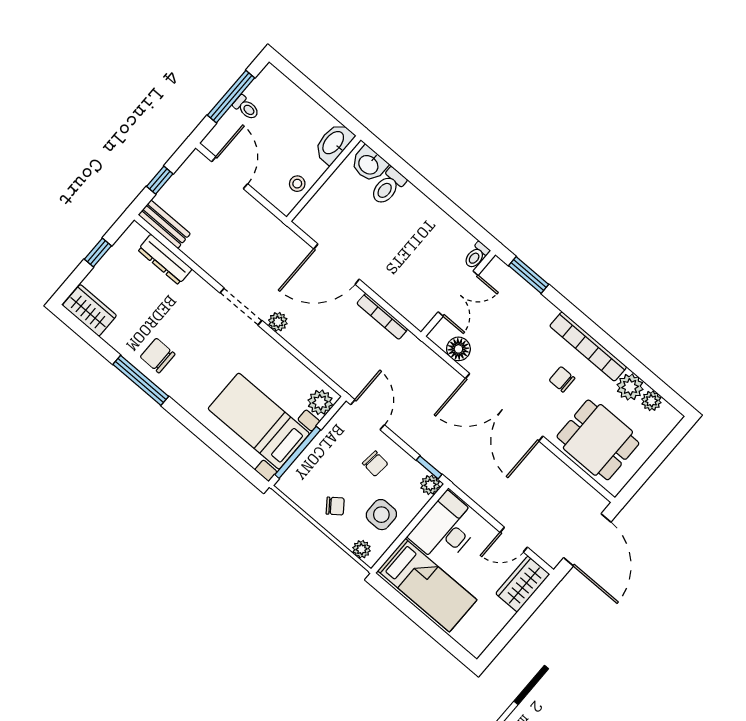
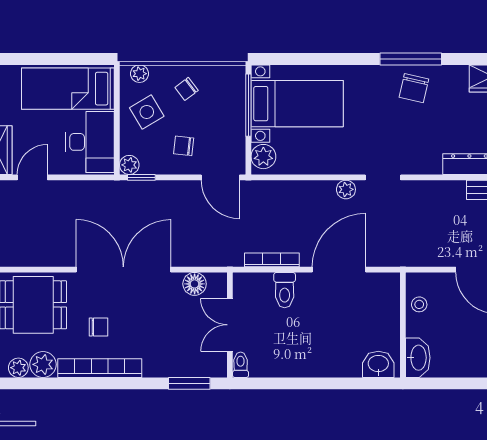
toilet: (388, 187) -> (285, 290), moved, turned 180
doorway: (241, 307) -> (383, 177), width x0.73
chair: (158, 356) -> (414, 88), turned 103
side table: (381, 515) -> (147, 112), turned -31

